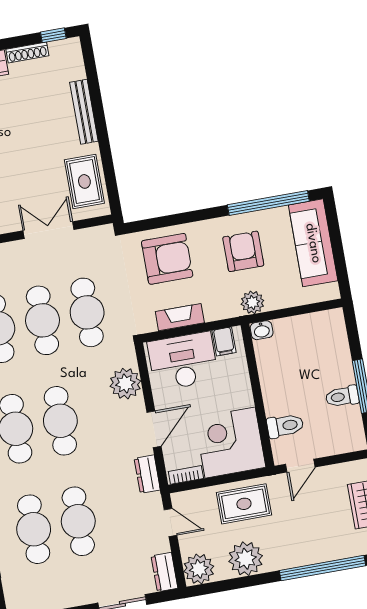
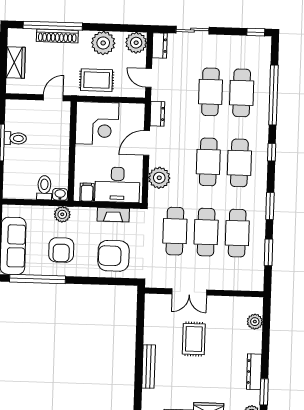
rug: (84, 181) -> (194, 339), moved
toilet: (285, 426) -> (44, 188), moved, turned 90
bookcase: (186, 475) -> (131, 108), removed
shoe rack: (313, 555) -> (57, 36), added

